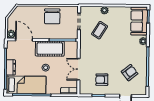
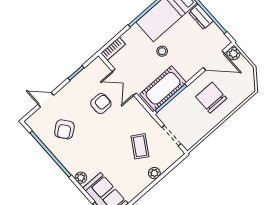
chair: (52, 16) -> (211, 98), moved
cot: (50, 49) -> (163, 88), moved
double door: (79, 69) -> (124, 82), swing flipped
armchair: (102, 80) -> (101, 104), moved

